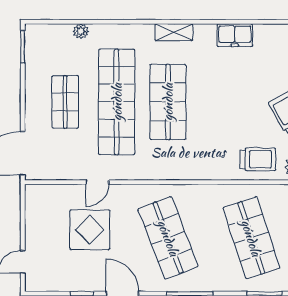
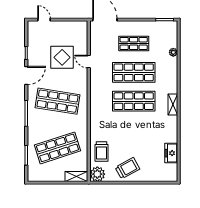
freezer: (235, 35) -> (171, 153), moved
shop shelf: (117, 102) -> (134, 72), width x0.71
shop shelf: (168, 238) -> (58, 101), turned 30

